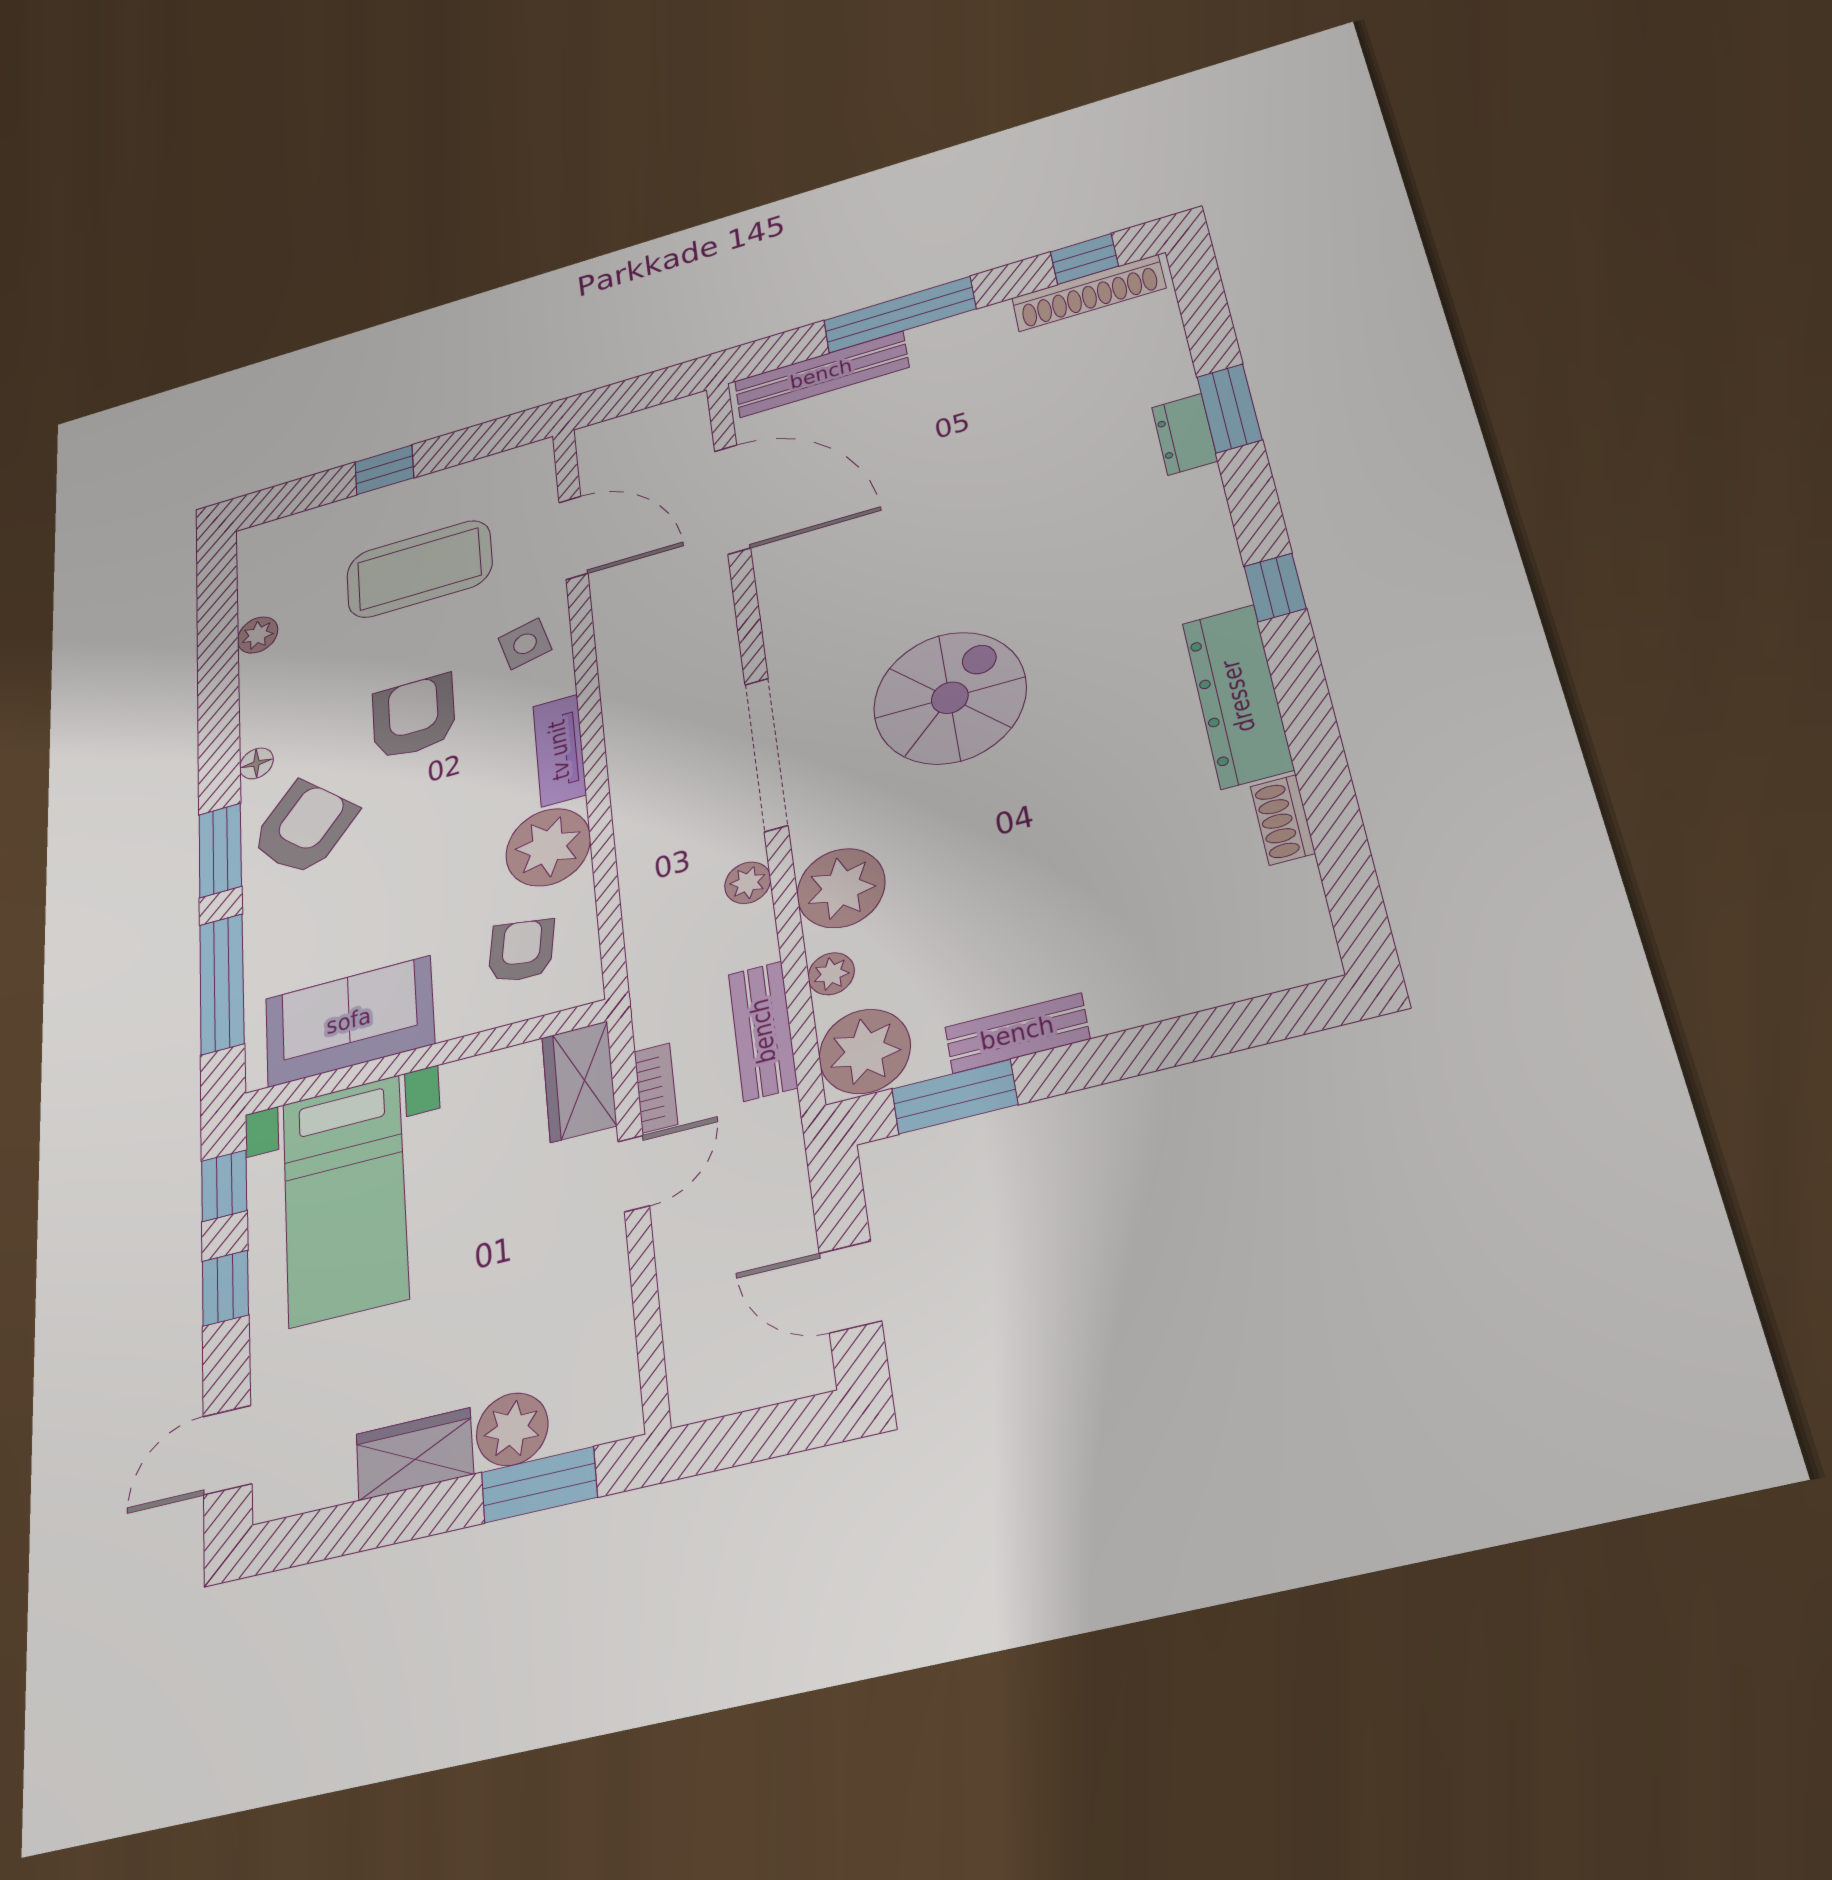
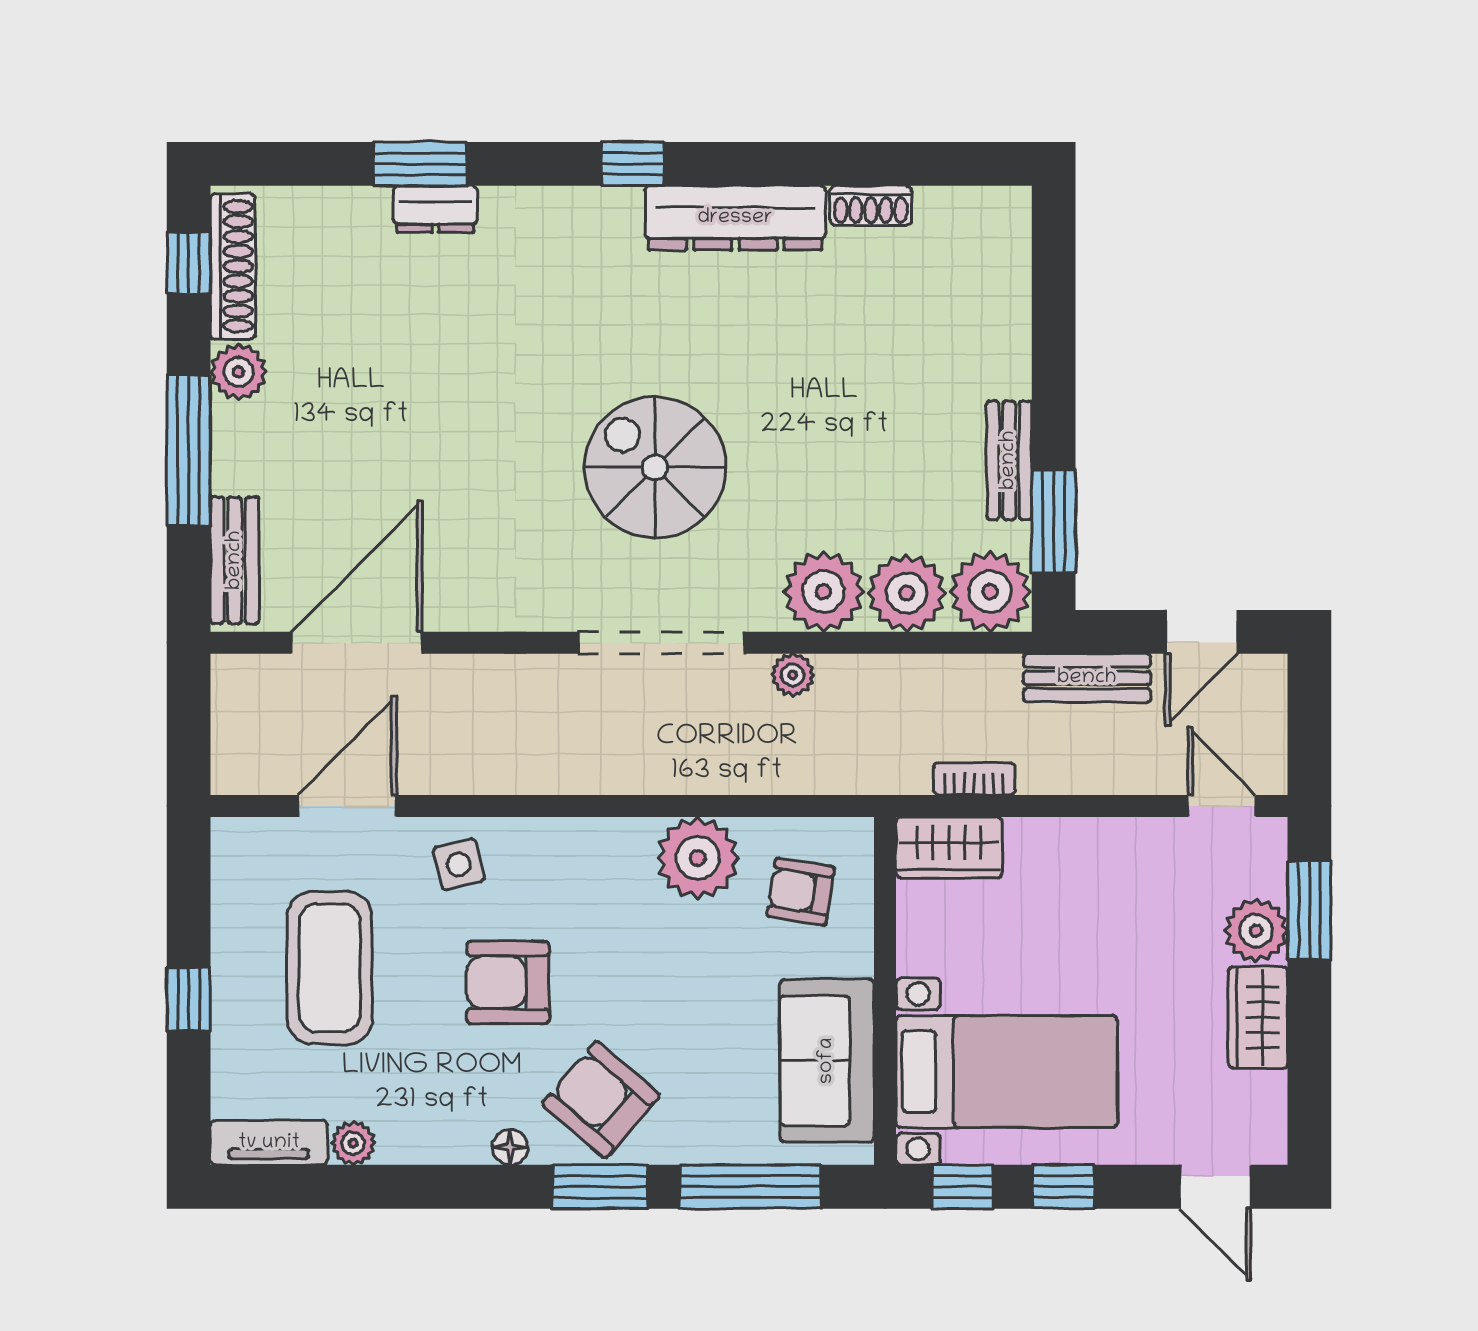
plant: (984, 329) -> (239, 372), added
bench: (821, 374) -> (235, 560), width x0.73
tv unit: (559, 750) -> (269, 1143), moved, turned 180
plant: (831, 974) -> (907, 593), width x1.87, depth x1.87
bench: (763, 1031) -> (1087, 678), moved
door: (634, 1174) -> (1222, 806), moved

